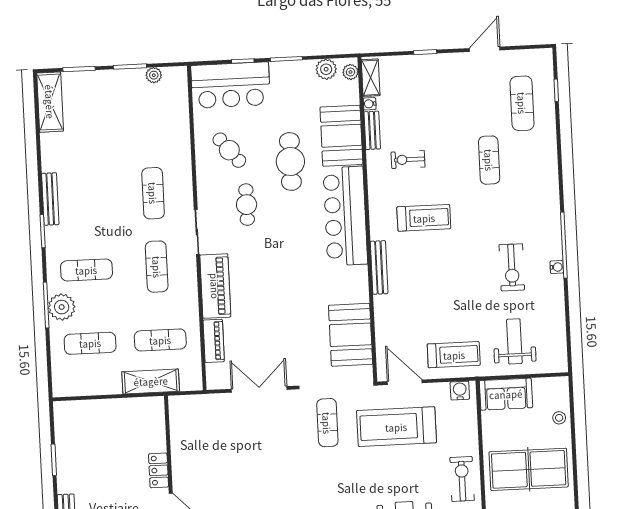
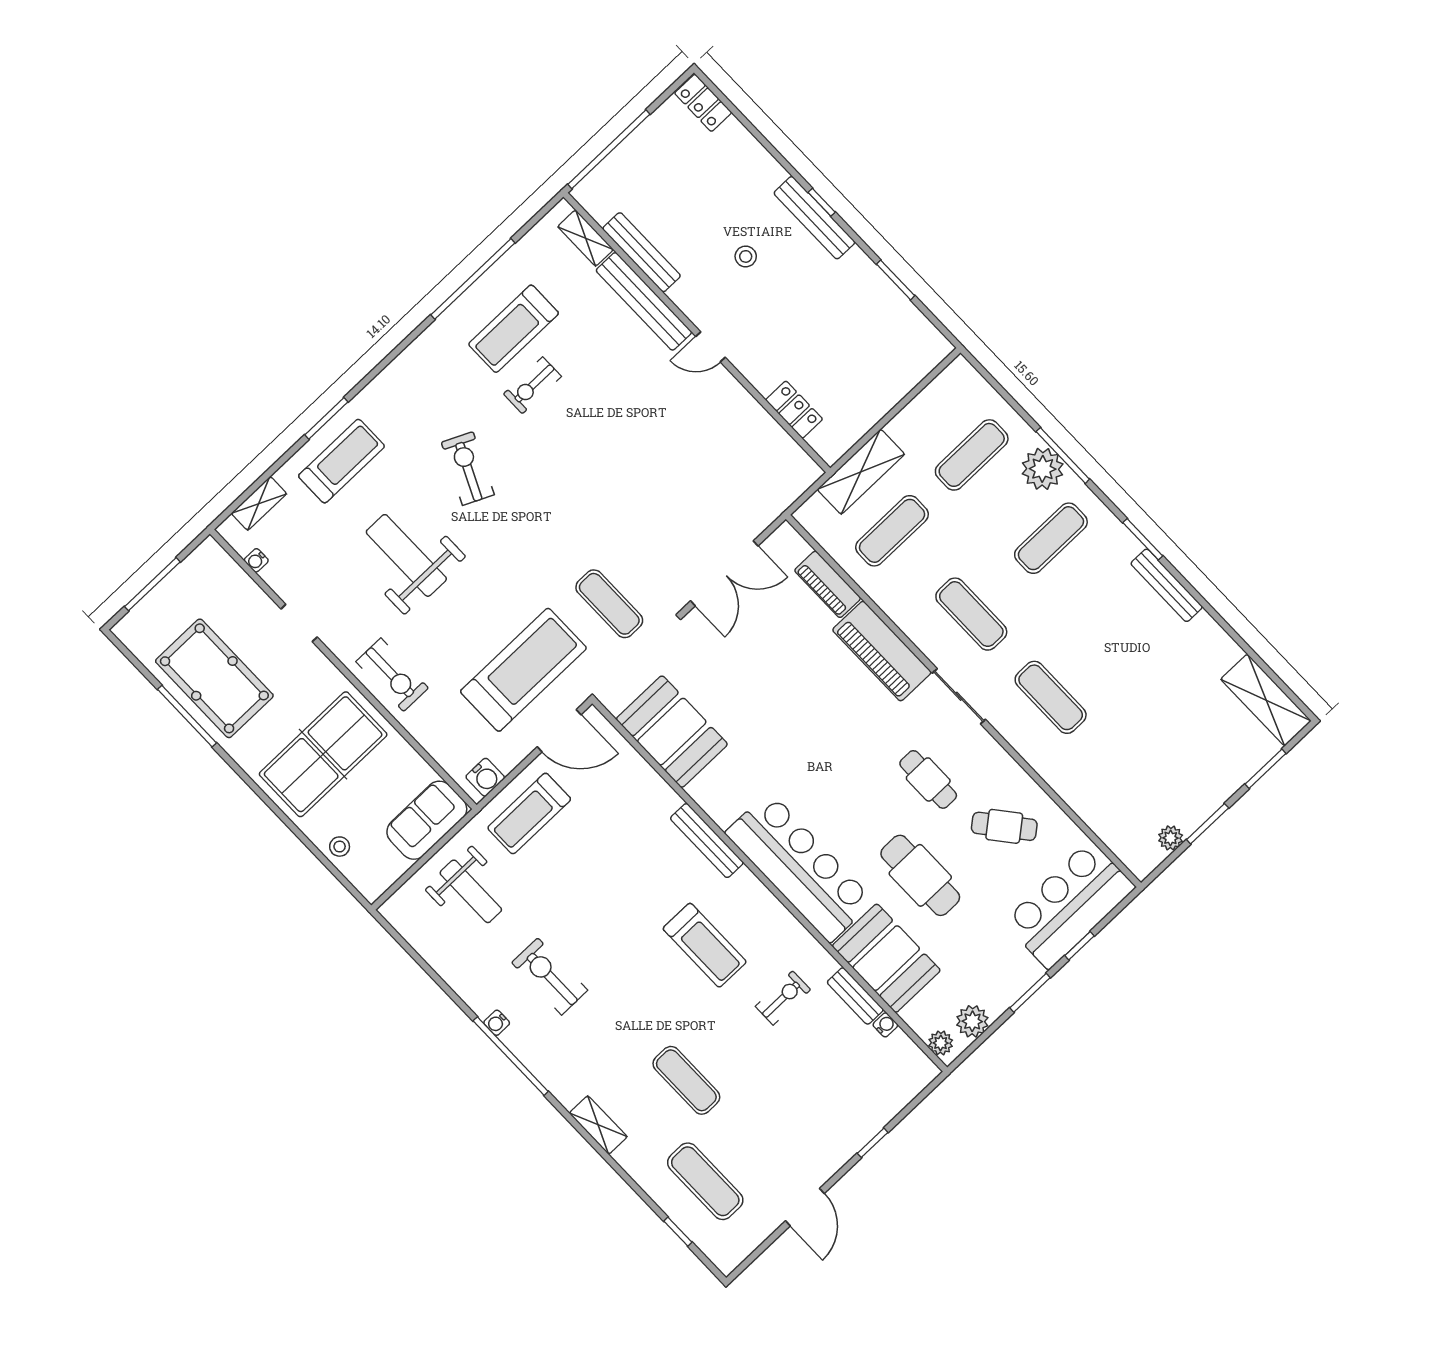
shelving: (371, 78) -> (598, 1125), moved
treadmill: (424, 218) -> (705, 945), turned -90
locker: (159, 470) -> (794, 410), moved

